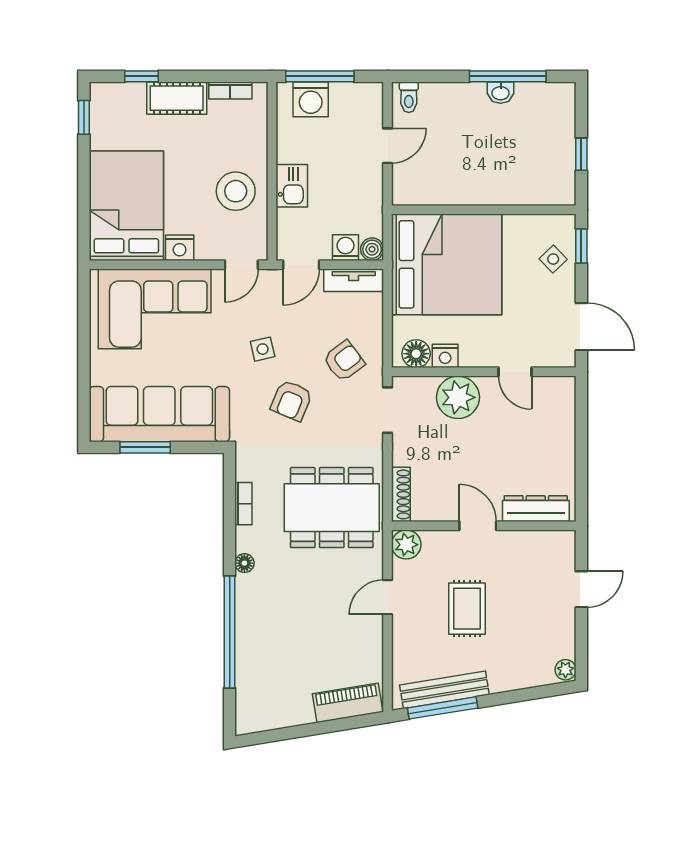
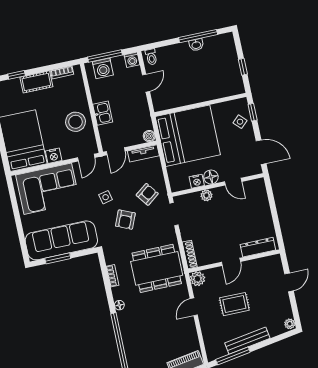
washing machine: (346, 248) -> (132, 60), moved, turned 180
floor lamp: (416, 354) -> (211, 177), moved
plant: (458, 397) -> (206, 195), width x0.53, depth x0.53
door: (478, 526) -> (231, 262), swing flipped
rug: (467, 609) -> (234, 304), turned 90
bench: (444, 690) -> (247, 341), moved

